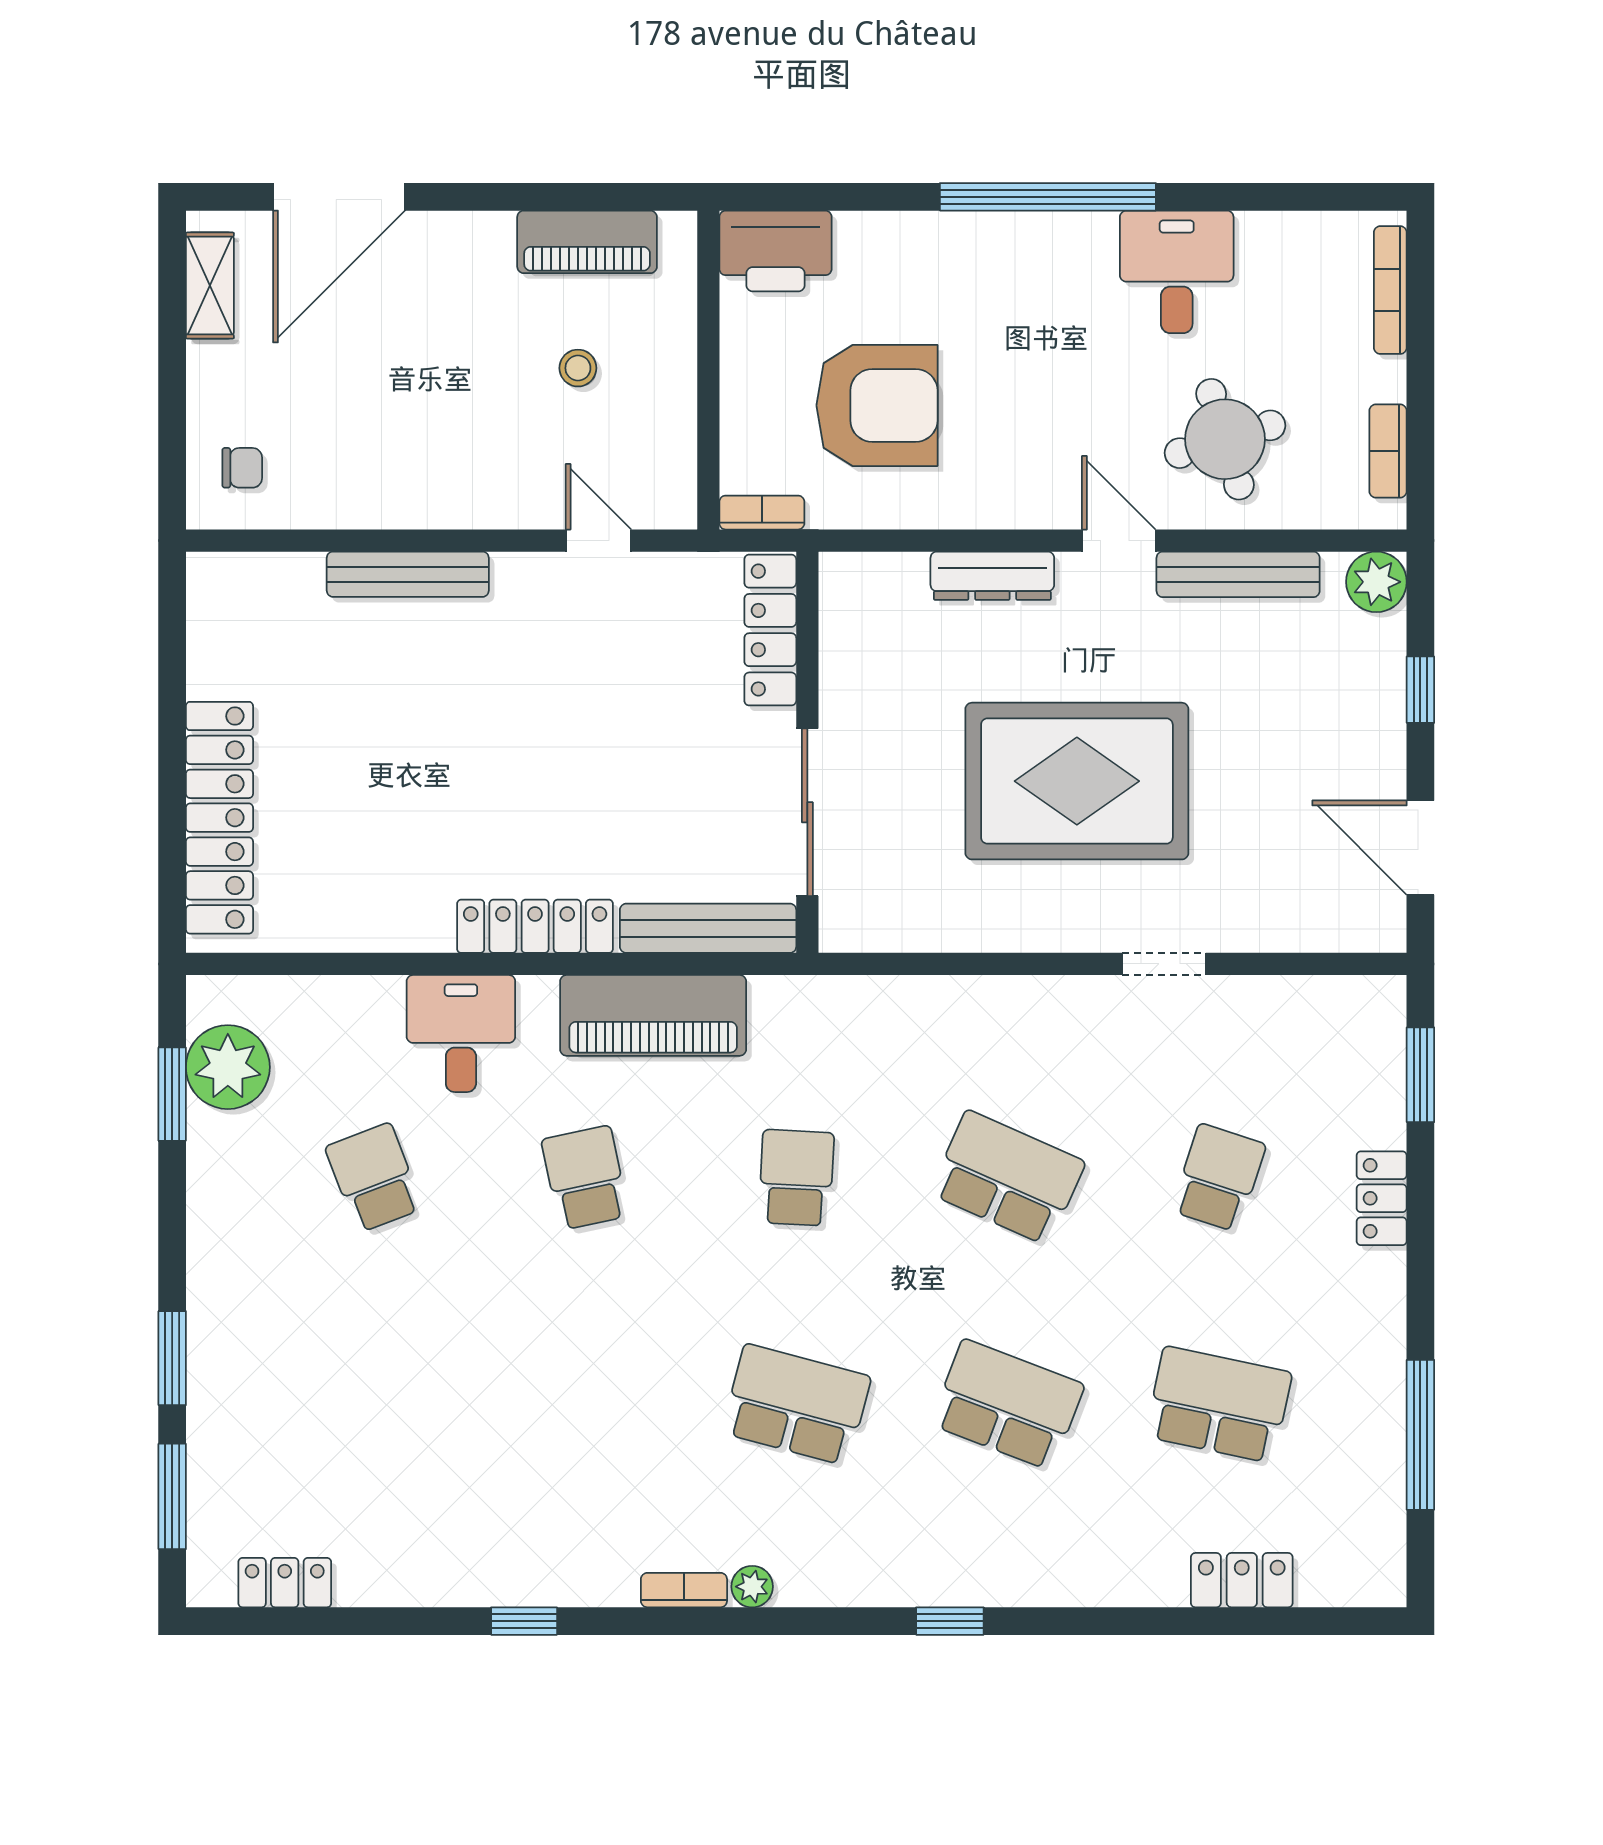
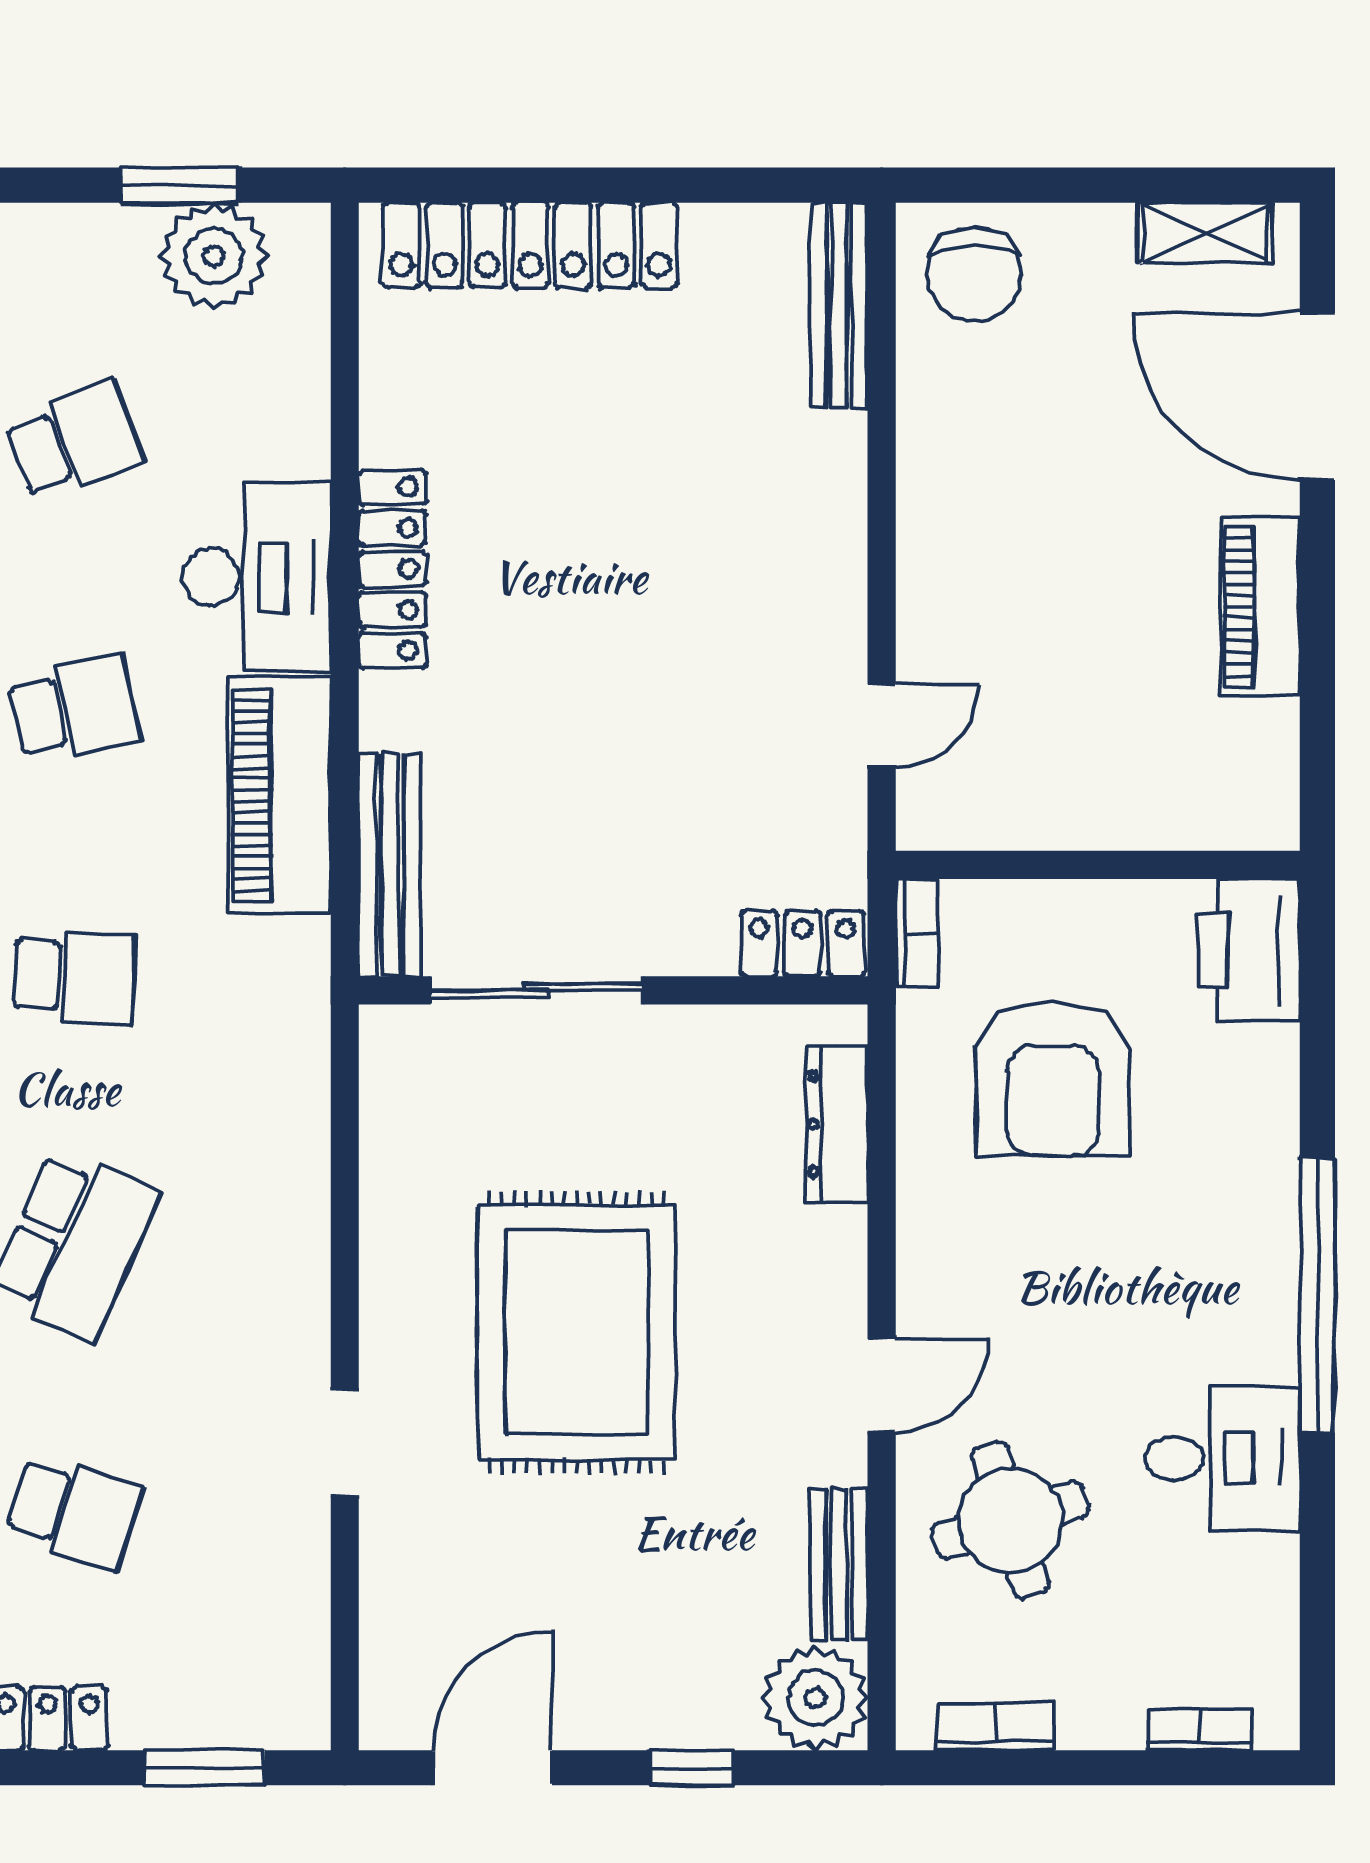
piano: (587, 242) -> (1260, 607), moved
bookcase: (1390, 290) -> (1199, 1730), width x0.64
stool: (578, 368) -> (1100, 700), removed
chair: (242, 468) -> (974, 274), width x1.87, depth x1.87
bench: (408, 574) -> (839, 305), moved
bench: (1238, 574) -> (839, 1564), width x0.73
dresser: (992, 576) -> (837, 1124), moved
plant: (1376, 582) -> (815, 1698), width x1.36, depth x1.36
locker: (770, 630) -> (802, 944), width x0.66
locker: (535, 926) -> (392, 569), moved
desk: (461, 1033) -> (257, 577), width x1.37

